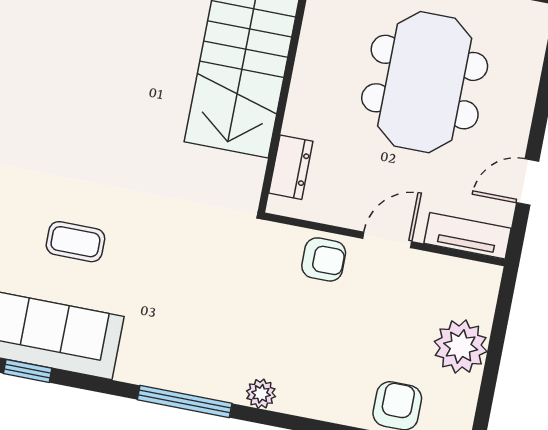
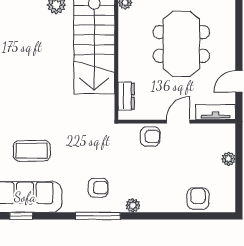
coffee table: (75, 242) -> (32, 151), width x1.36, depth x1.30
armchair: (197, 344) -> (98, 188), added
plant: (461, 346) -> (228, 159), width x0.53, depth x0.53

